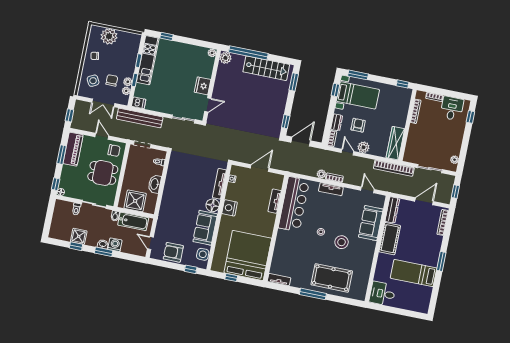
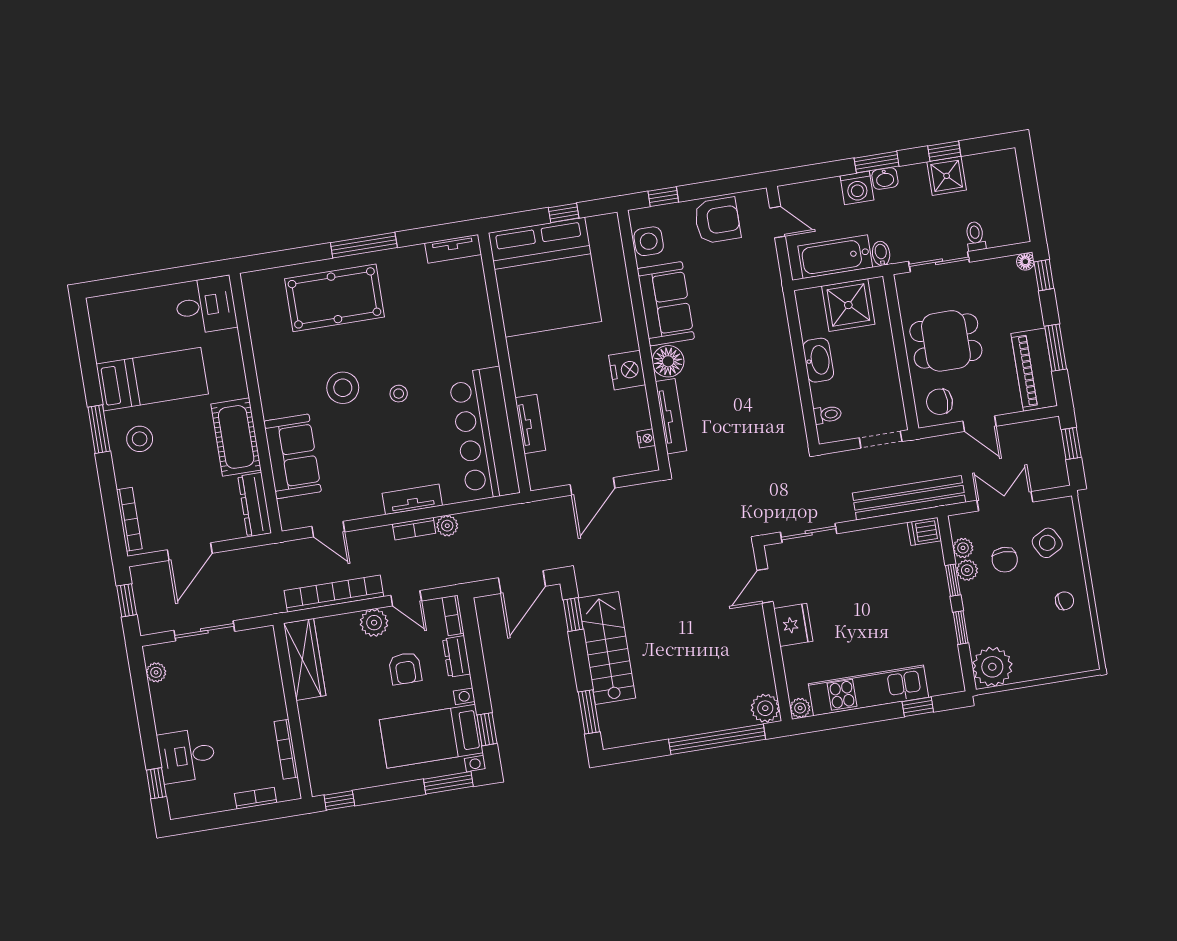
plant: (109, 36) -> (992, 667), moved
kitchen unit: (148, 60) -> (868, 690), moved, turned 90
stairs: (266, 68) -> (607, 648), moved, turned 90
desk: (452, 108) -> (187, 756), moved, turned 90
bookcase: (394, 168) -> (334, 594), moved
stool: (427, 252) -> (140, 439), added

